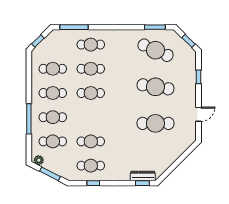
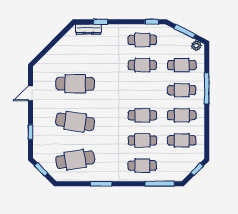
window: (155, 27) -> (101, 184), moved
cafe table: (155, 50) -> (75, 160), turned -33
window: (93, 183) -> (152, 22), moved
window: (142, 183) -> (100, 22), moved

